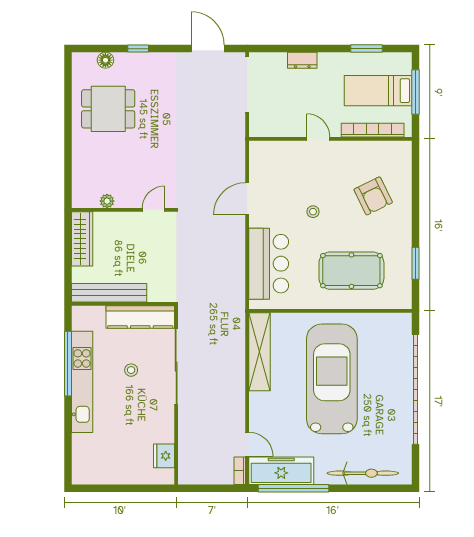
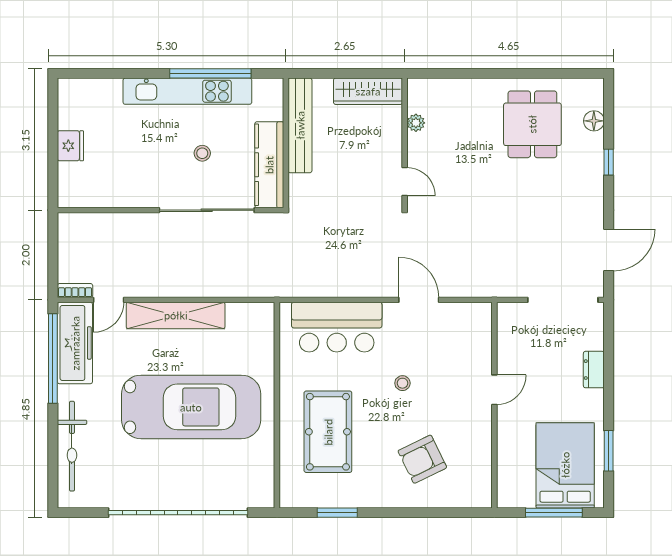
bed: (378, 91) -> (565, 465), width x1.50
bookcase: (373, 130) -> (506, 459), removed
shelving: (259, 352) -> (176, 315), moved
fridge: (164, 456) -> (70, 146), moved, turned 90

